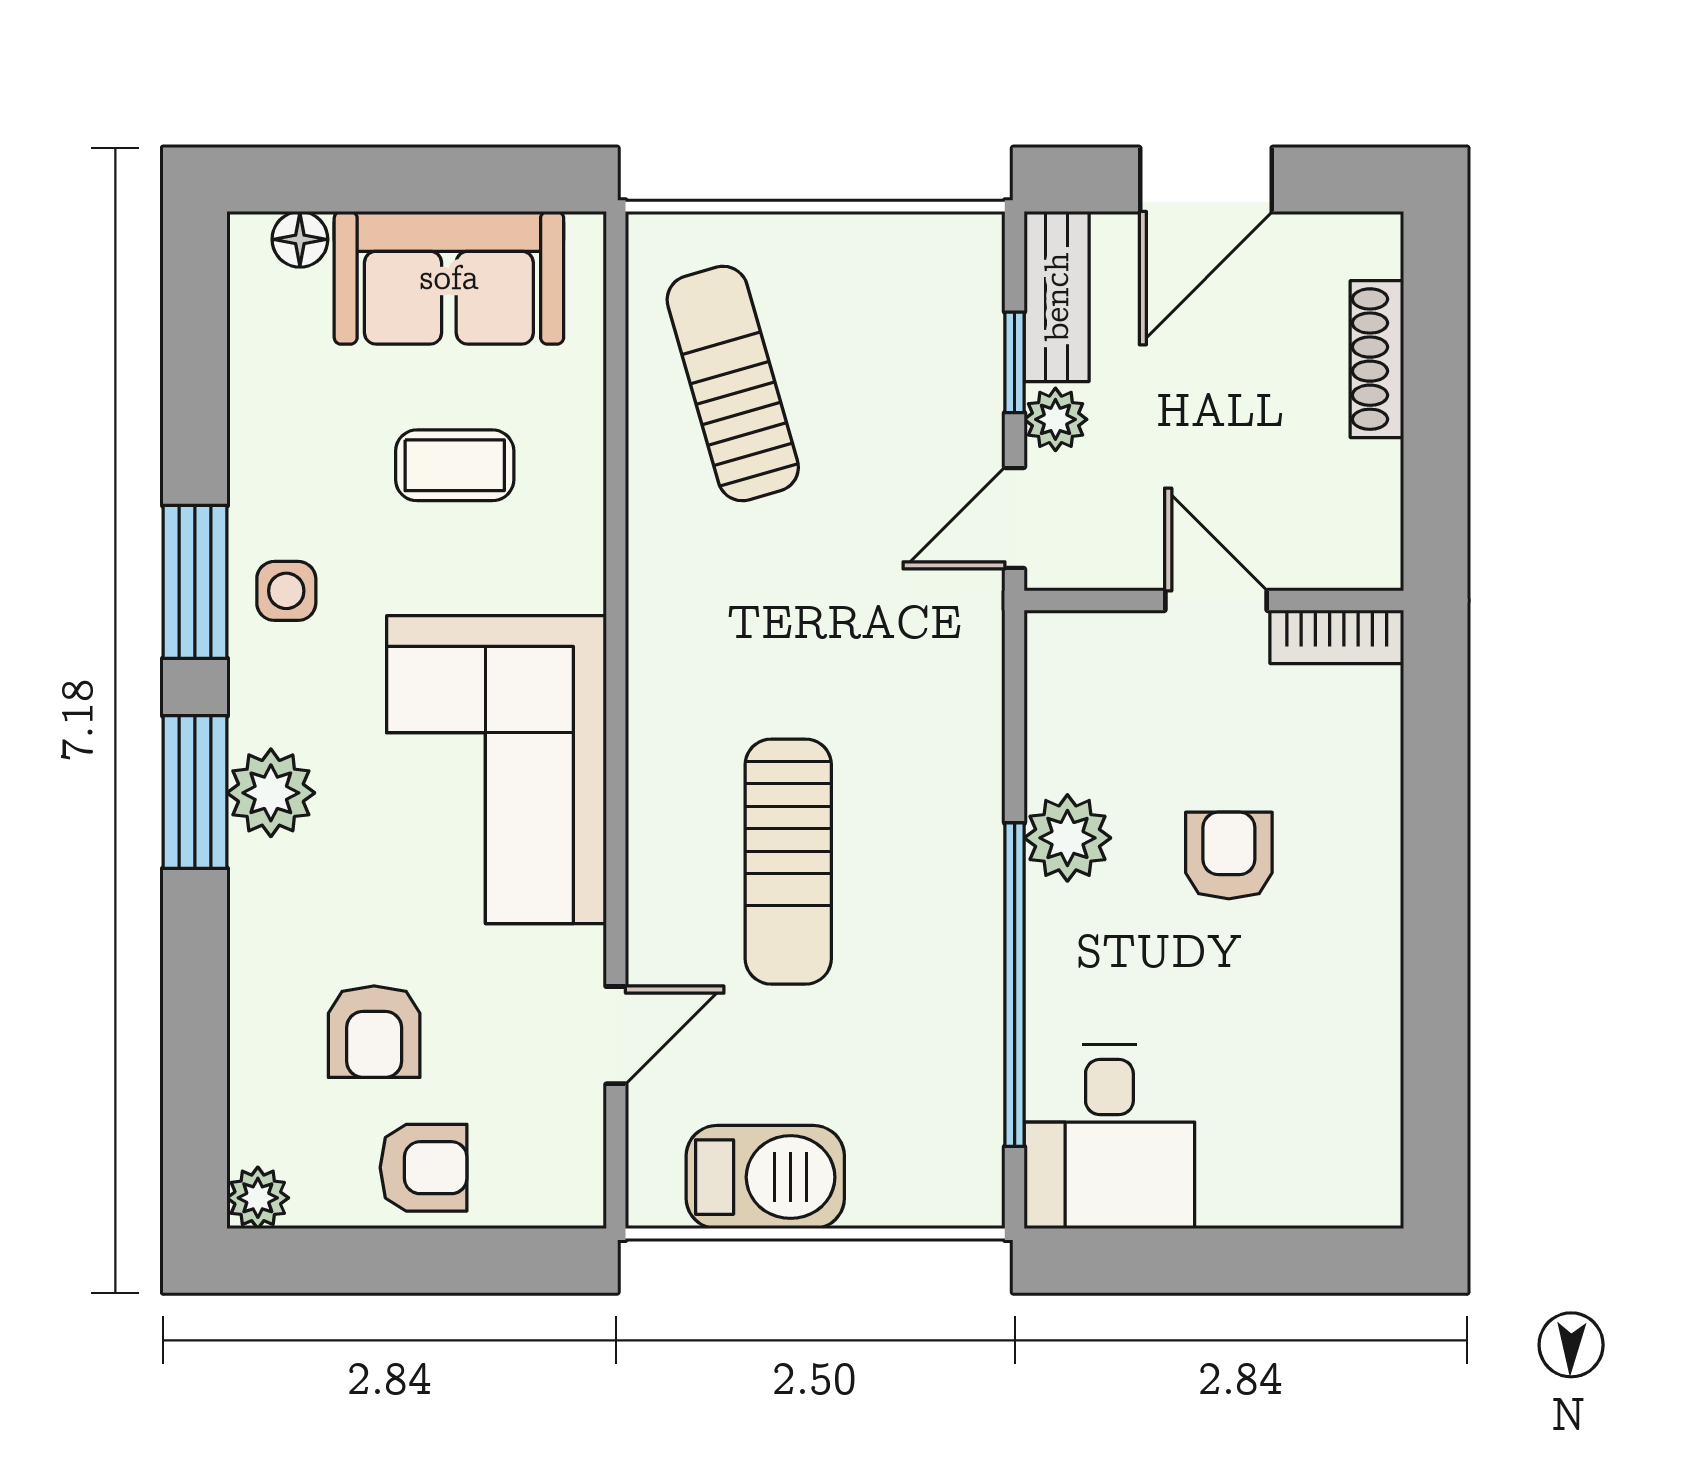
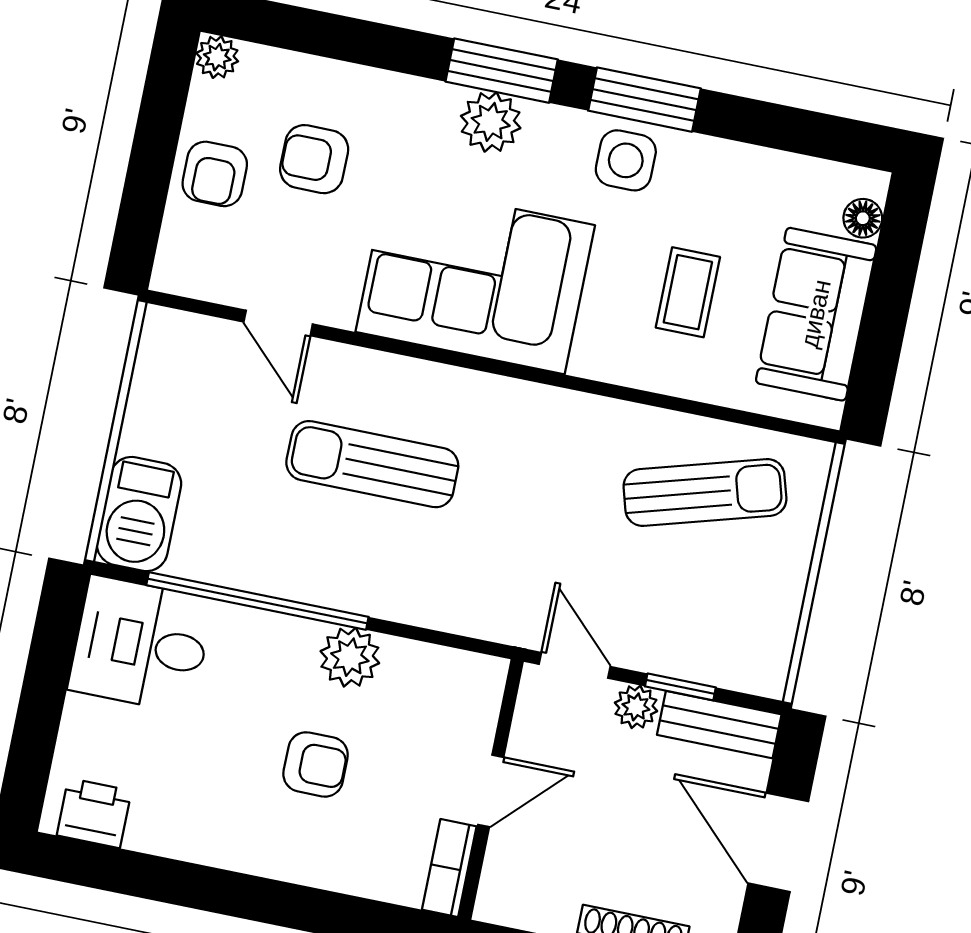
side table: (286, 591) -> (626, 160), width x1.37, depth x1.37
printer: (1361, 1154) -> (94, 813), added
barbecue: (765, 1177) -> (139, 514), moved

